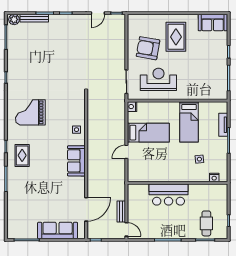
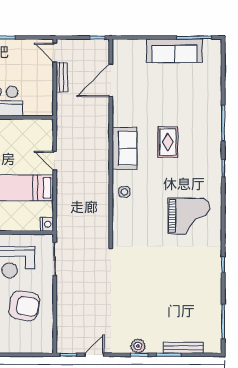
plant: (14, 19) -> (138, 346), moved
door: (126, 152) -> (55, 161), swing flipped
rug: (22, 155) -> (168, 142), moved
sofa: (58, 231) -> (174, 51), moved

